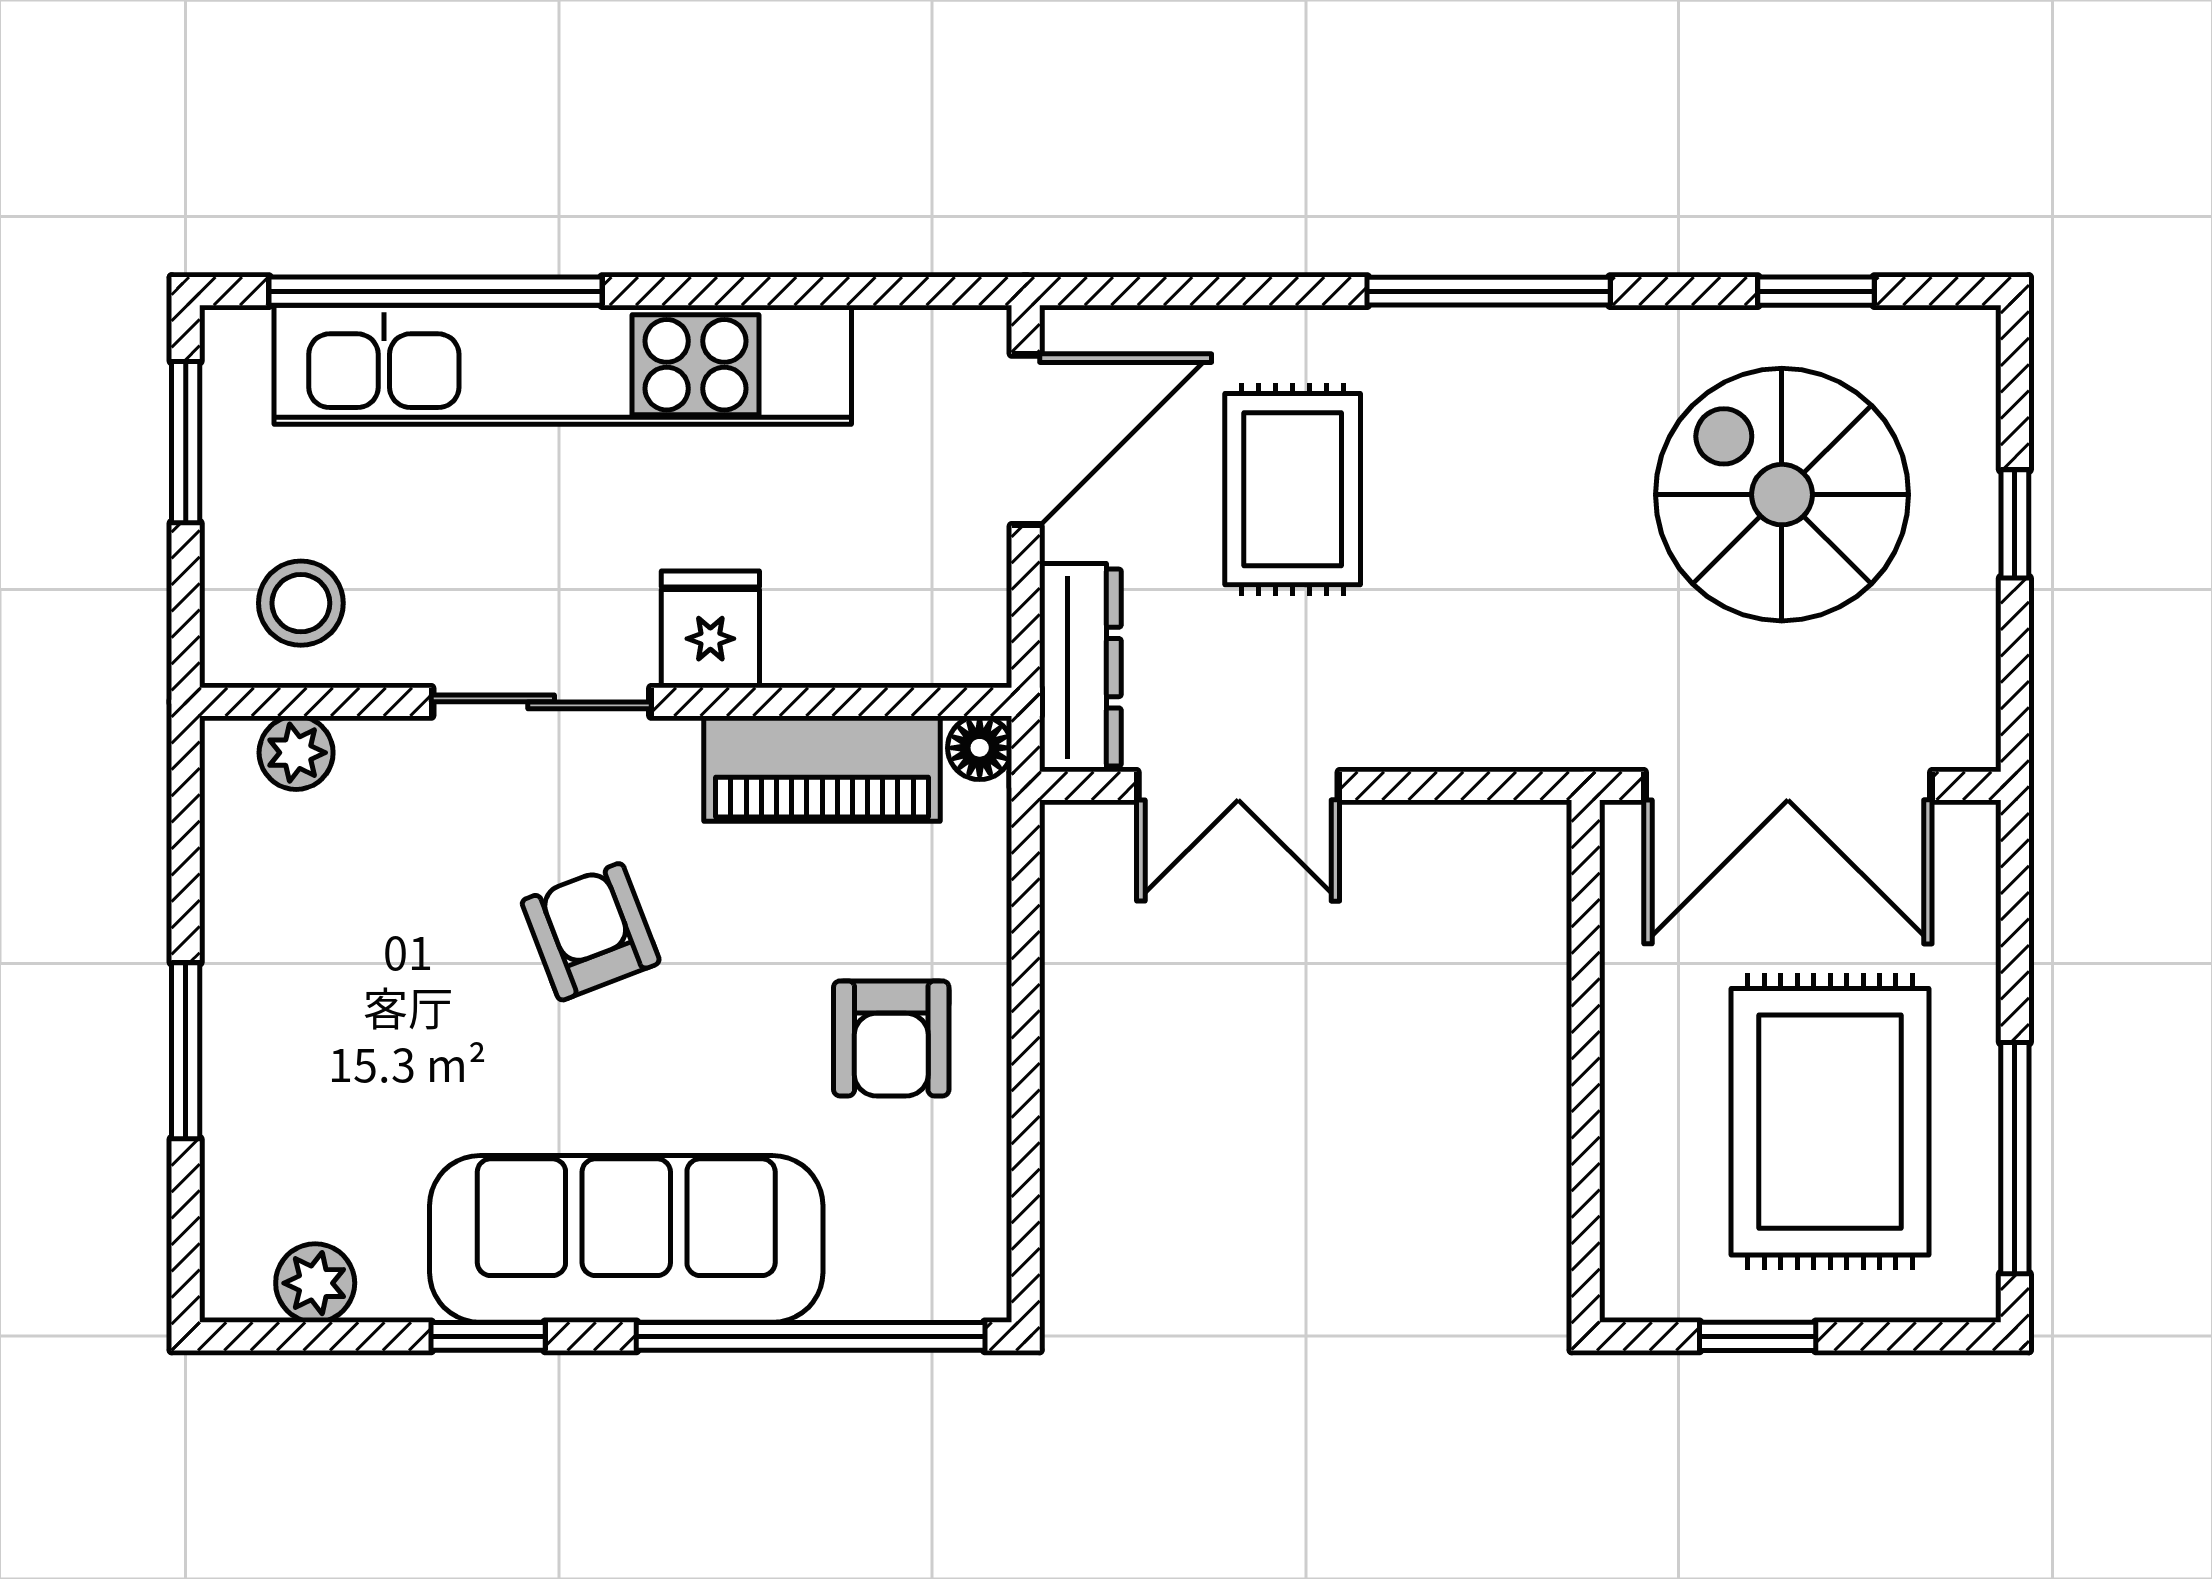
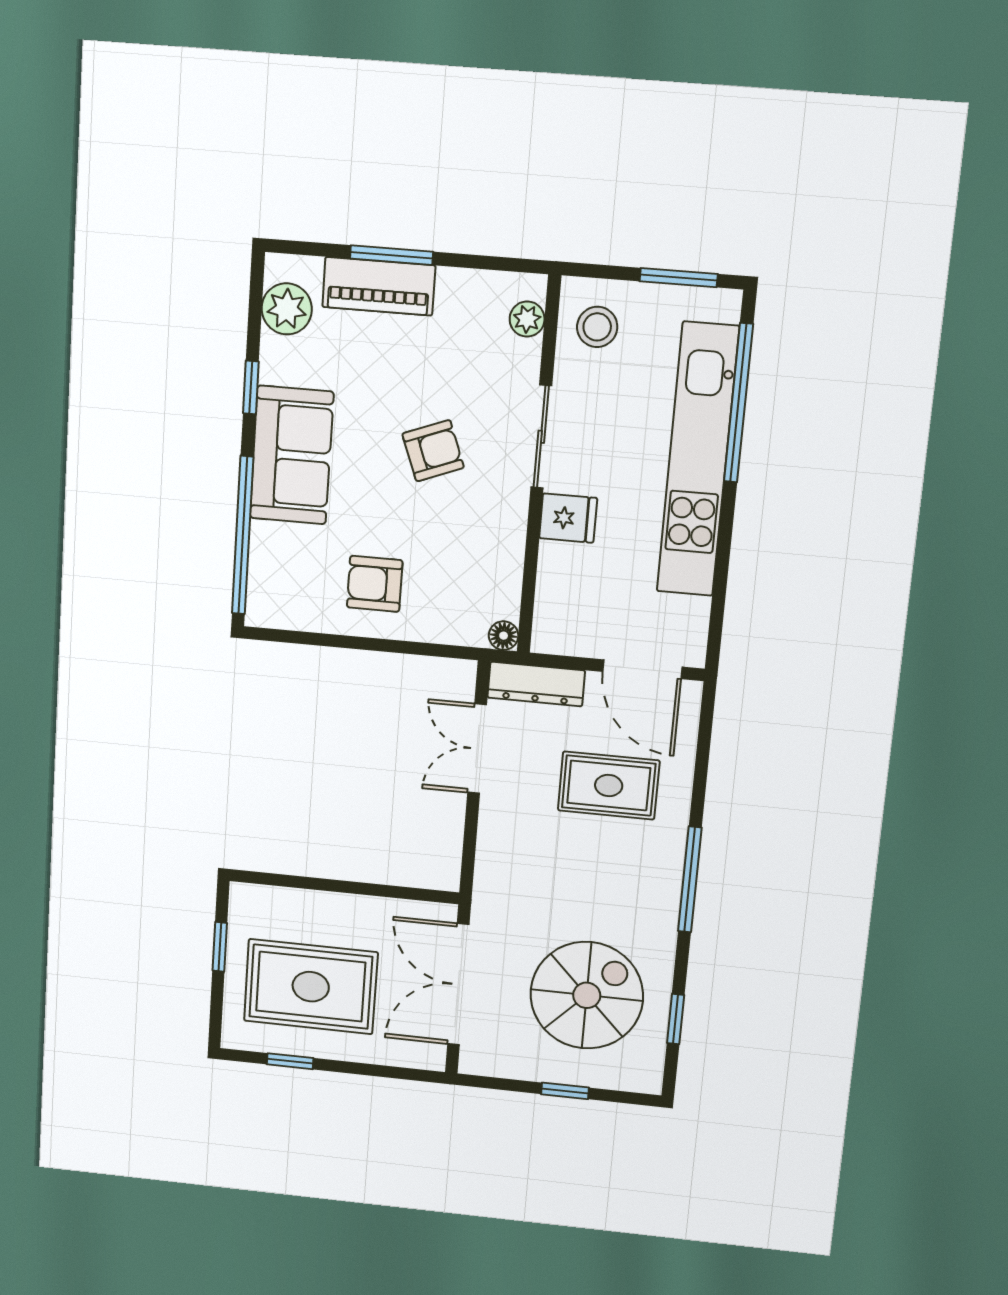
piano: (822, 769) -> (379, 286), moved, turned -90
window: (2015, 1158) -> (290, 1061), width x0.46
sofa: (626, 1239) -> (292, 455), width x0.73
plant: (315, 1283) -> (287, 309), width x1.38, depth x1.38

